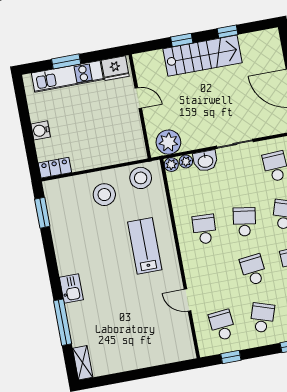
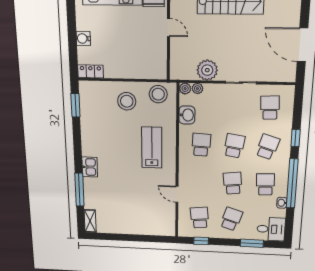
plant: (168, 142) -> (207, 70), moved
washbasin: (205, 161) -> (187, 115), moved, turned -90

